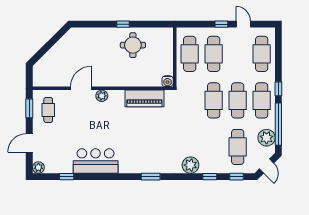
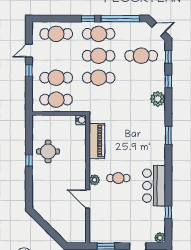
cafe table: (48, 110) -> (118, 178), moved
plant: (267, 138) -> (133, 29), removed

